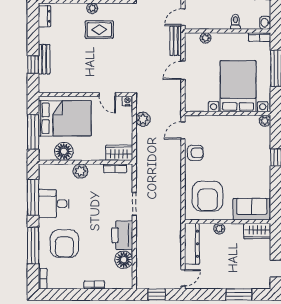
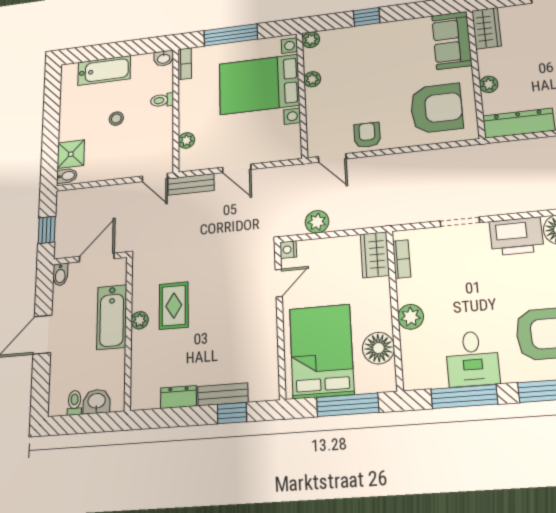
dresser: (45, 16) -> (178, 397), moved
plant: (237, 120) -> (312, 79), added

